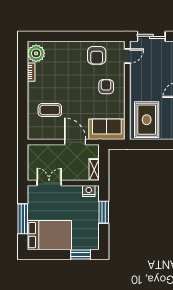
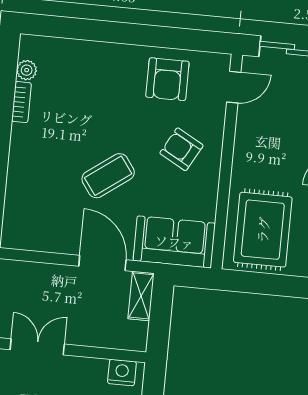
plant: (36, 53) -> (27, 70), width x0.53, depth x0.53
armchair: (106, 87) -> (181, 149), turned -61
coffee table: (50, 110) -> (108, 176), moved, turned -36
shelving: (94, 170) -> (141, 296), moved

